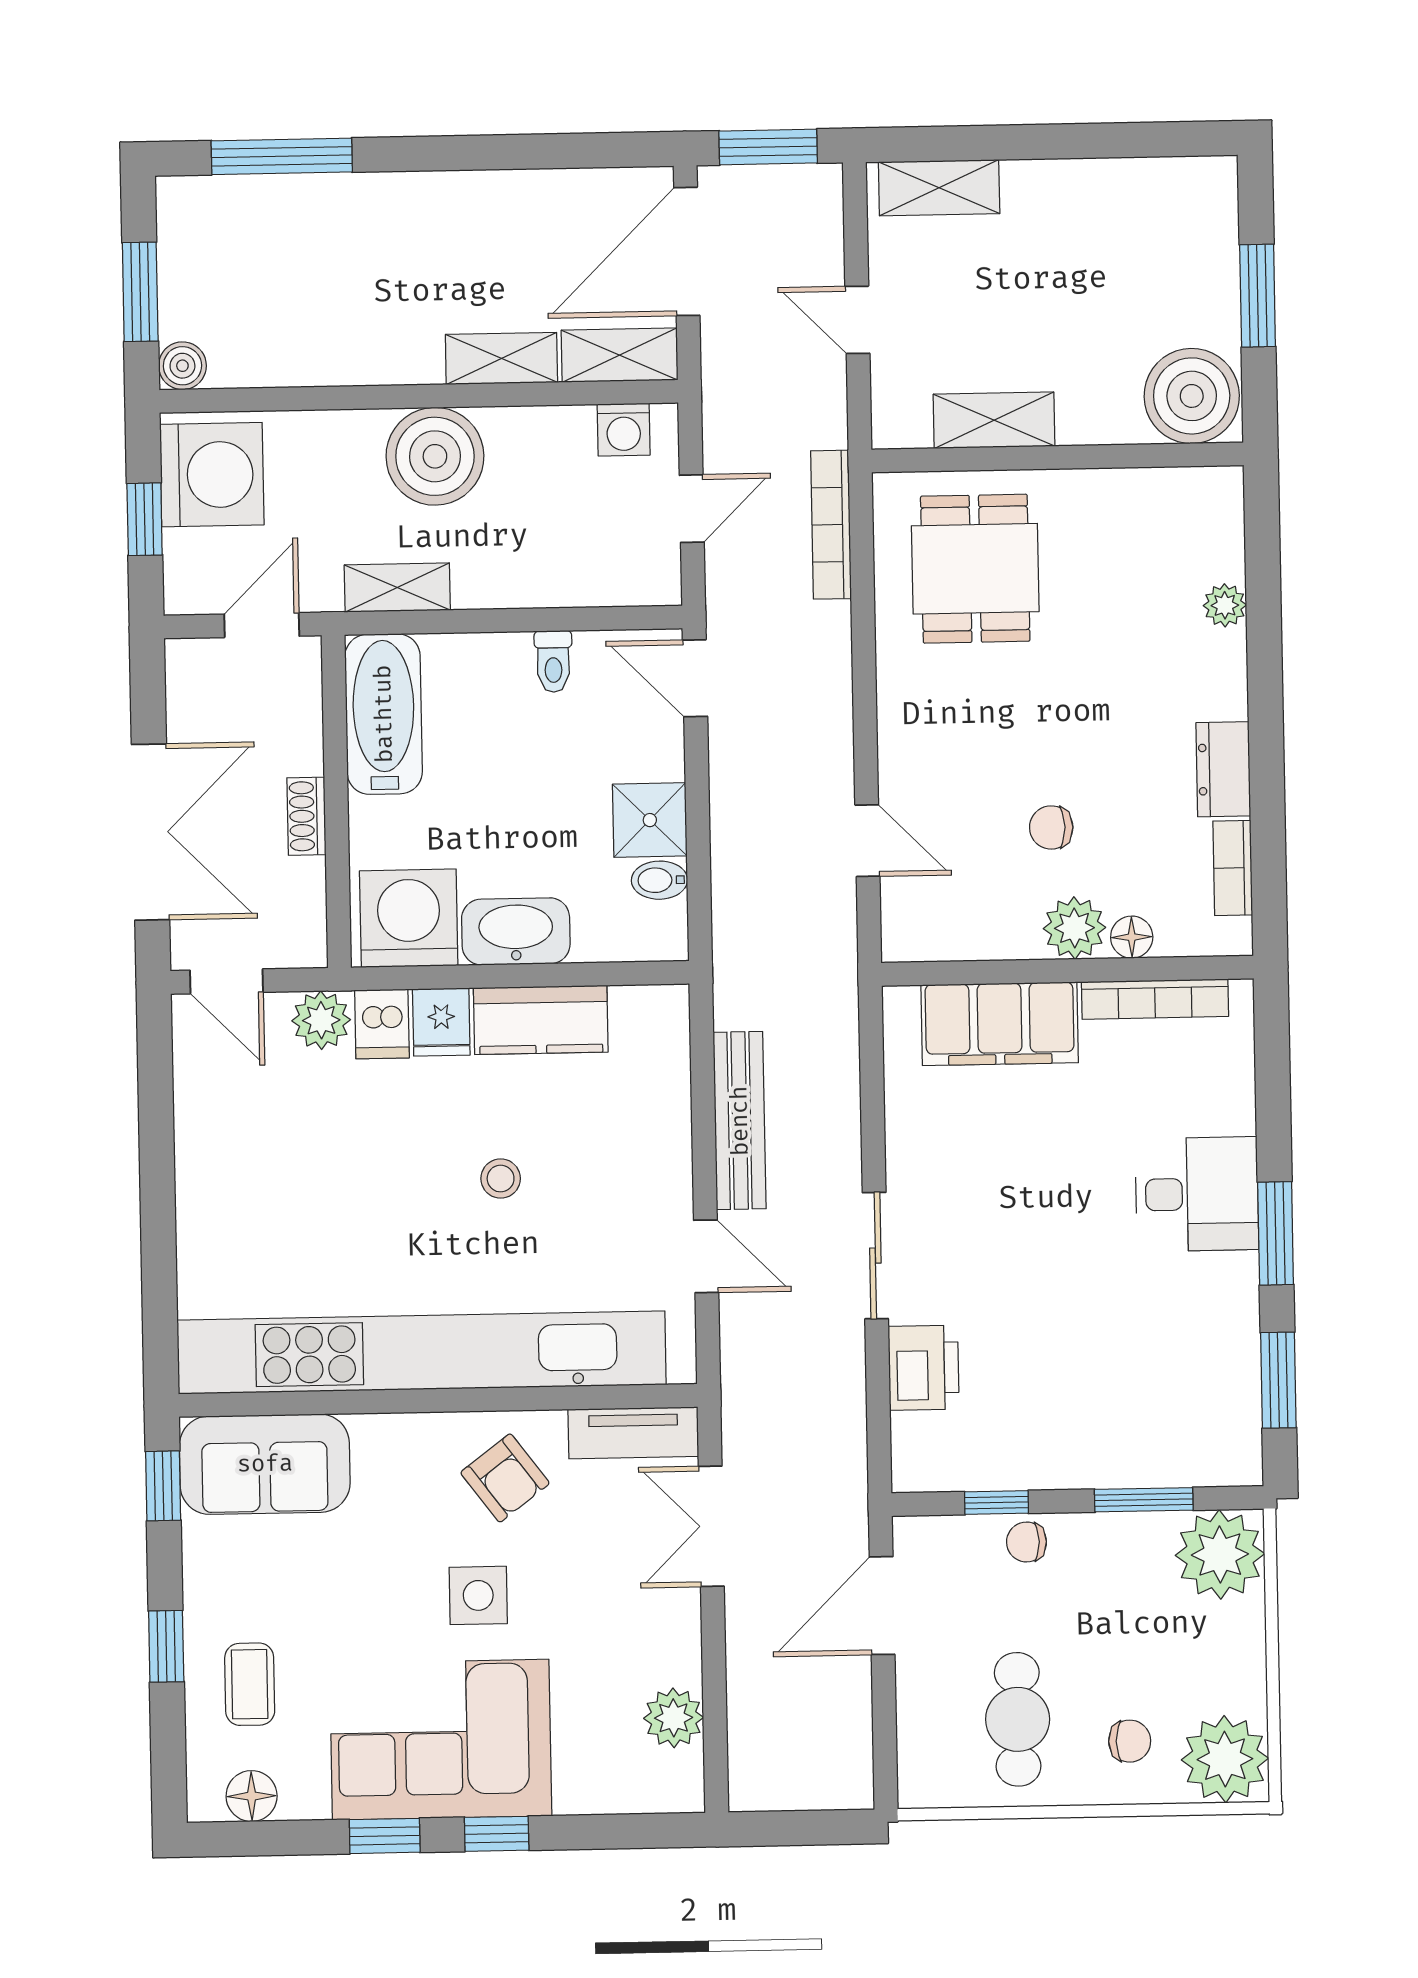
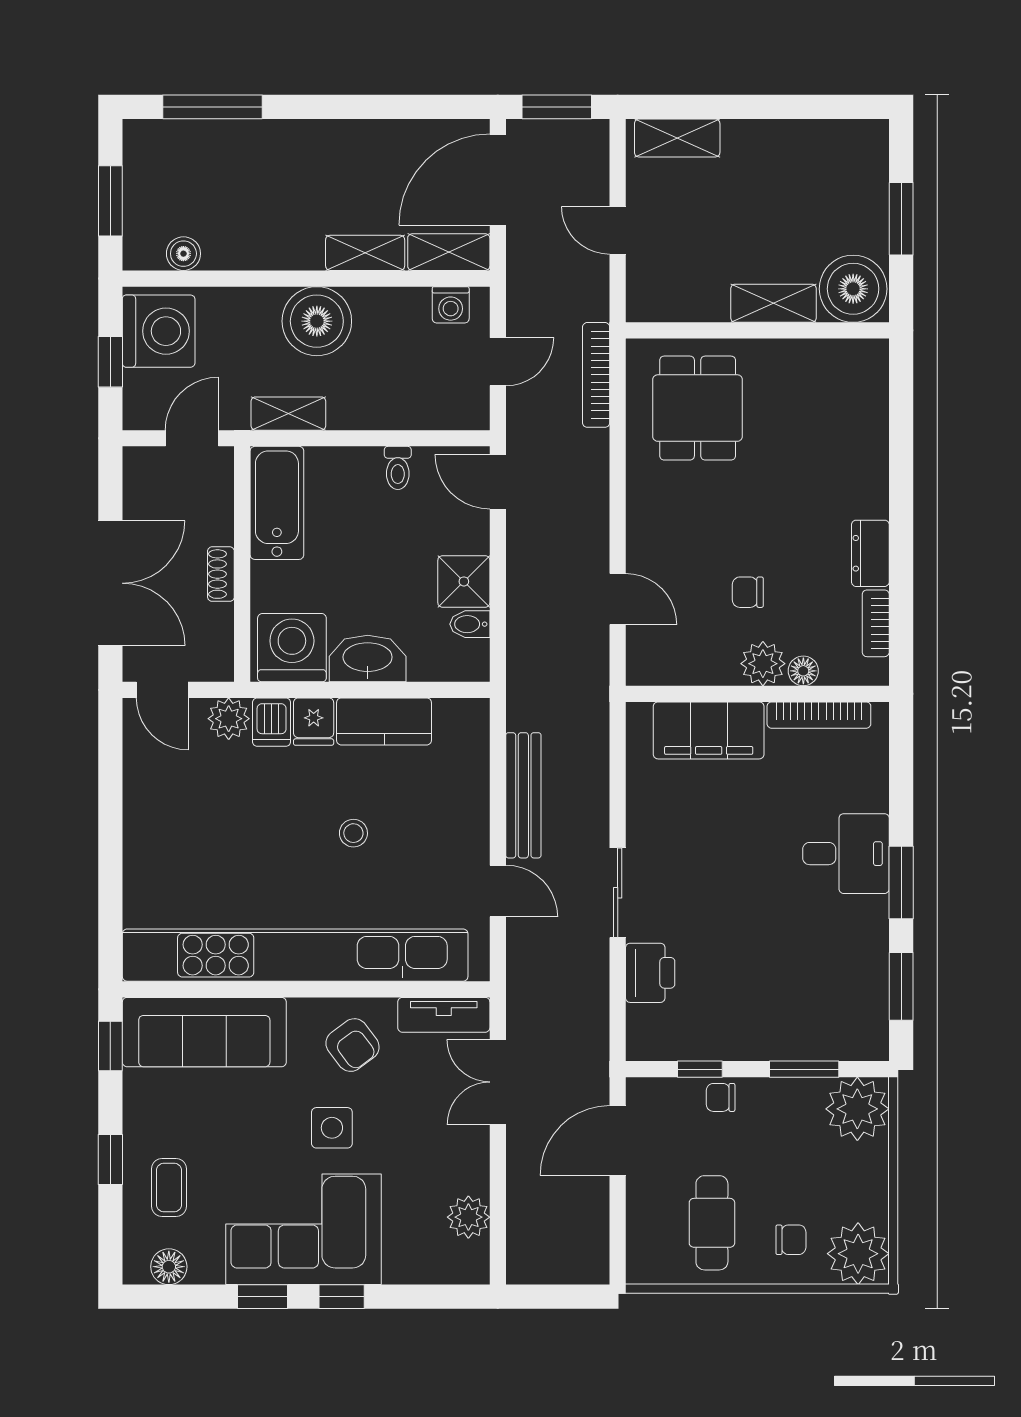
boiler: (182, 366) -> (183, 254), moved
shelving: (994, 420) -> (773, 303), moved
plant: (1225, 605) -> (874, 437), removed
sofa: (265, 1464) -> (204, 1032), width x1.36

